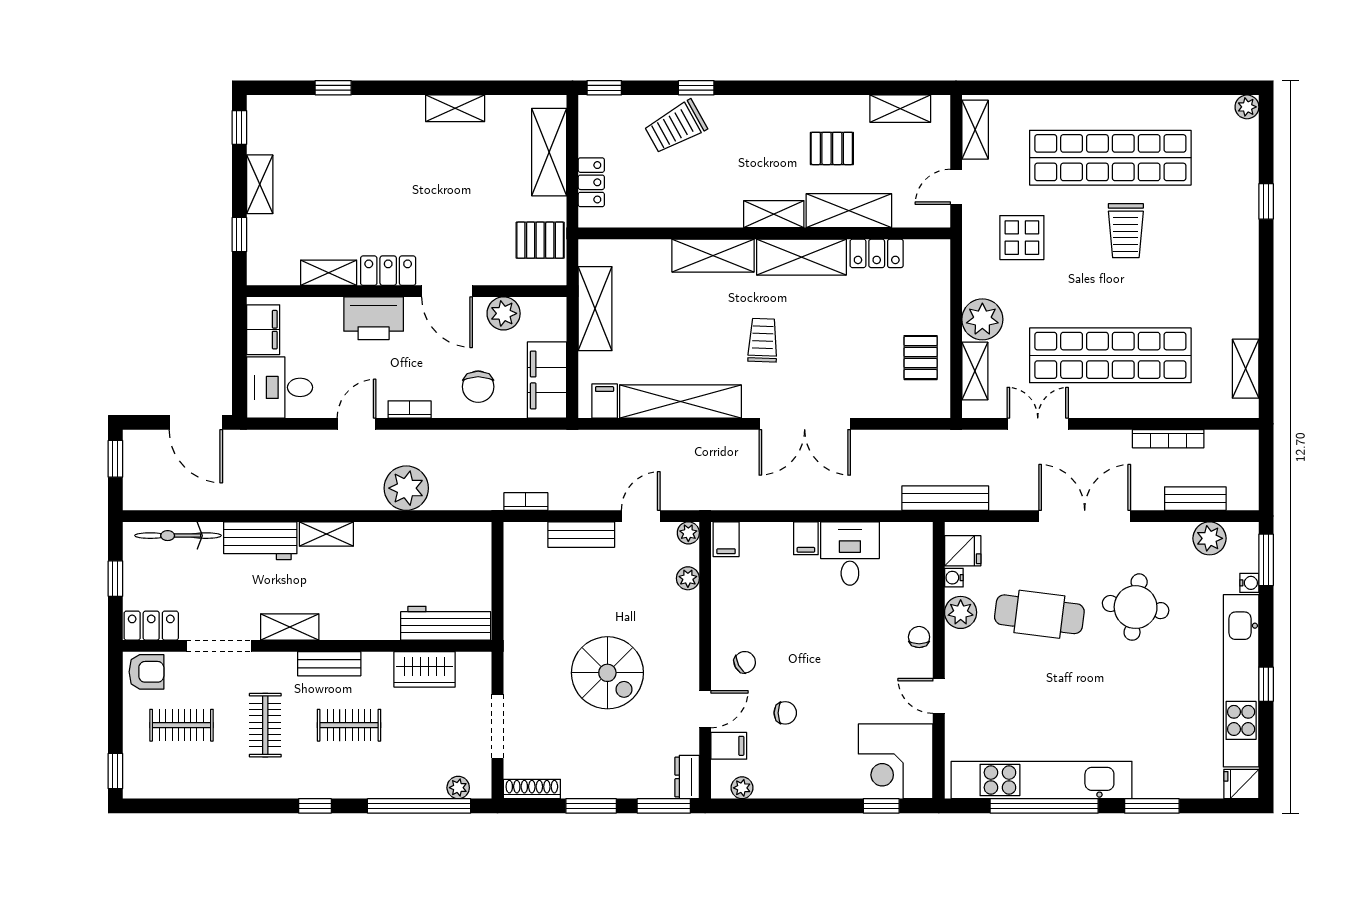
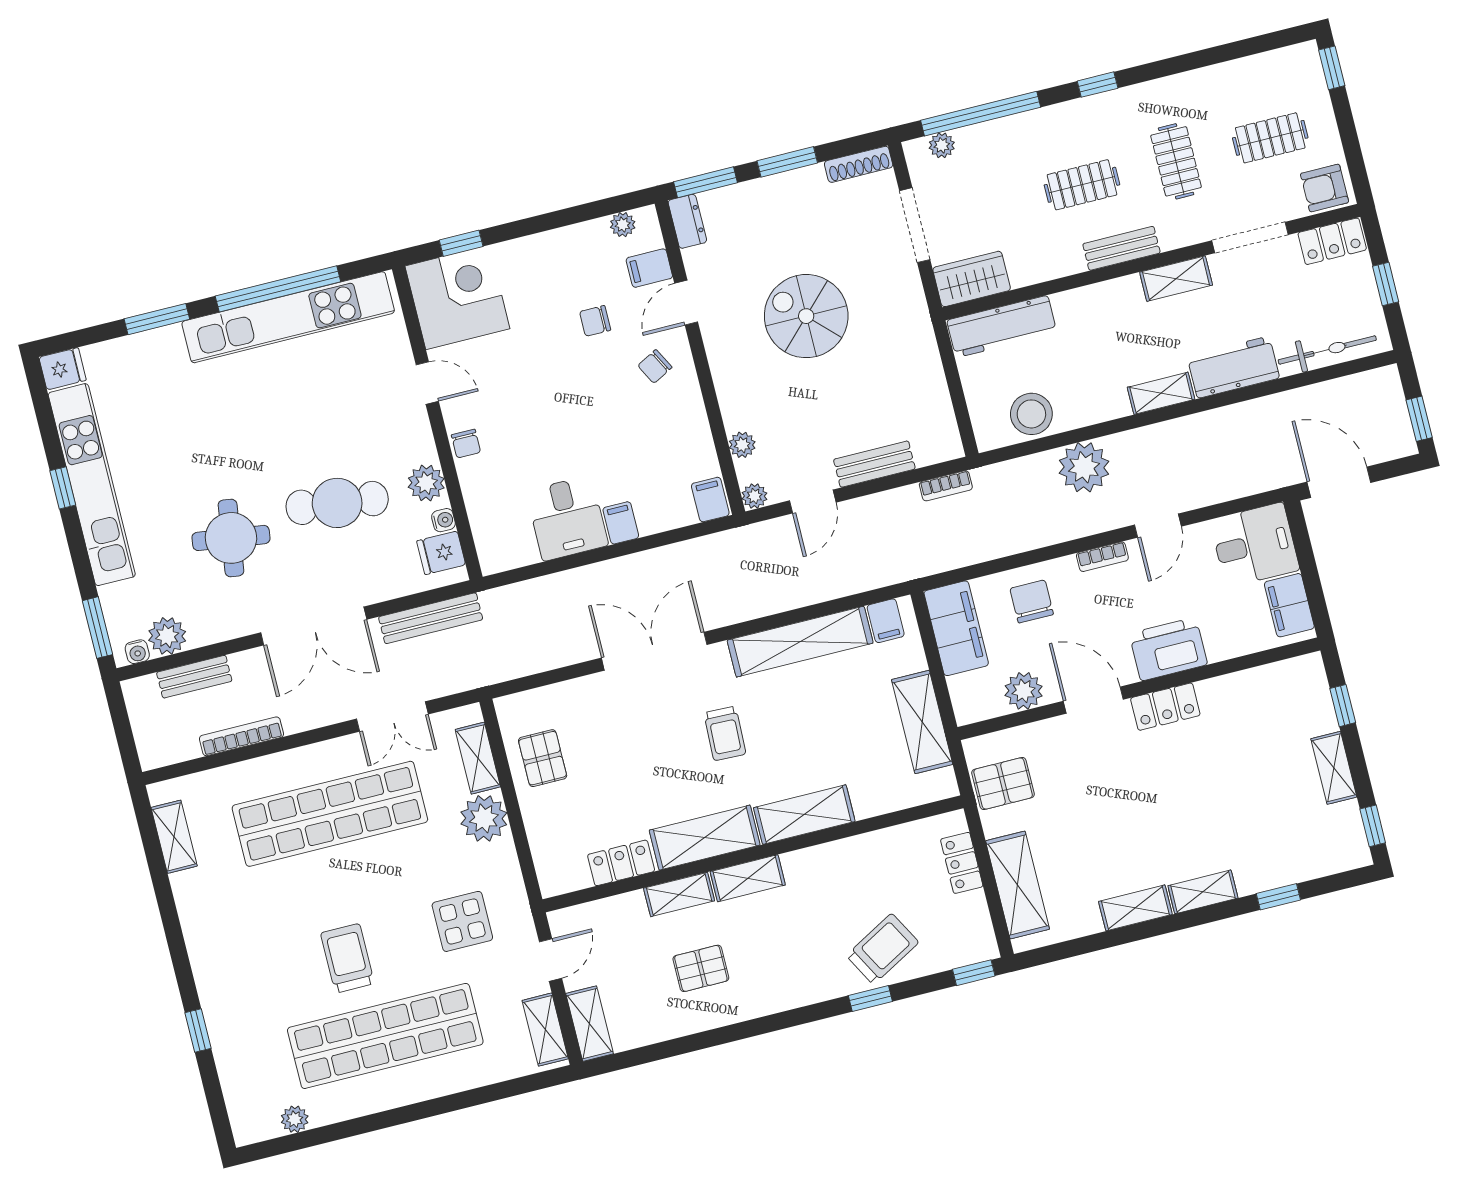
plant: (1247, 107) -> (295, 1119), moved
shelving: (900, 109) -> (590, 1024), moved, turned 90
shelving: (849, 211) -> (679, 894), width x0.67, depth x0.75
shelving: (329, 273) -> (1203, 892), moved
bench: (945, 498) -> (431, 618), moved
stool: (439, 544) -> (1031, 414), added
water cooler: (1249, 583) -> (137, 652), moved, turned -90
wardrobe: (425, 669) -> (972, 279), moved

